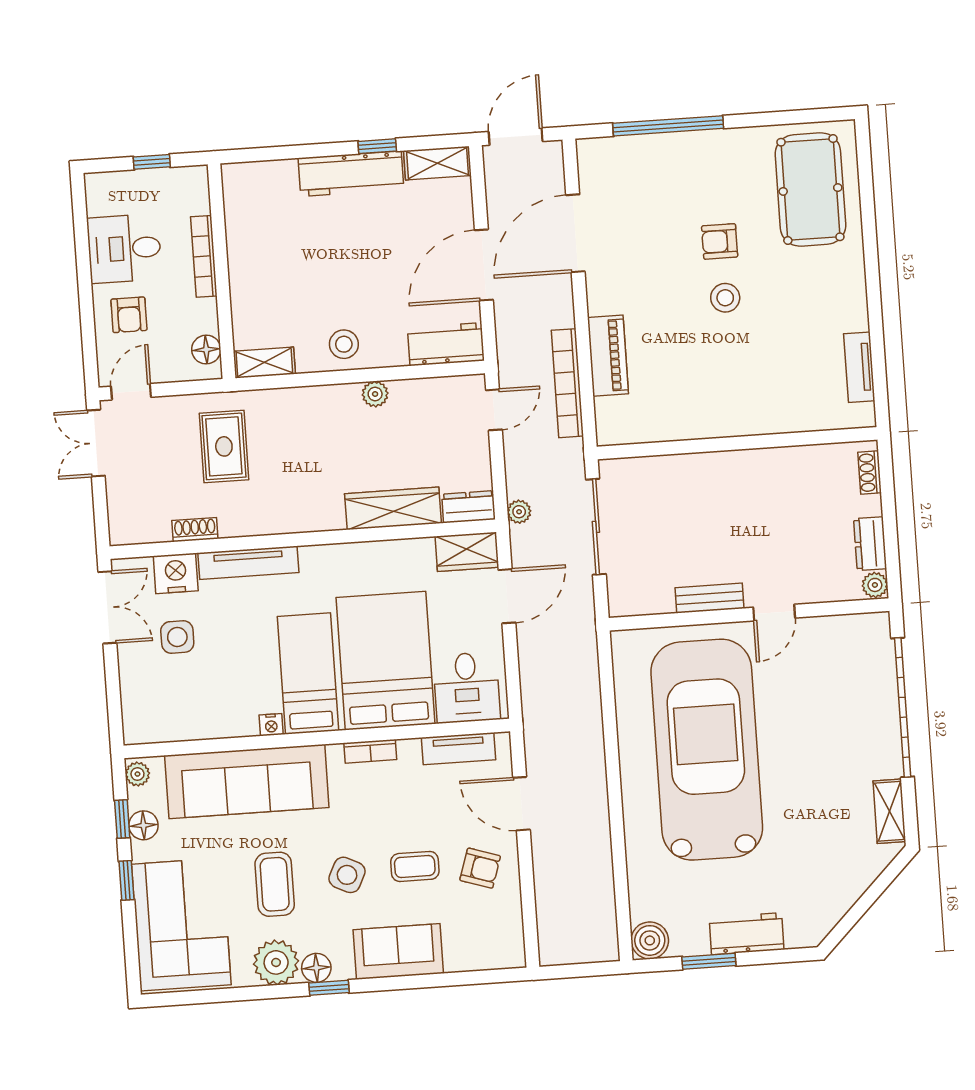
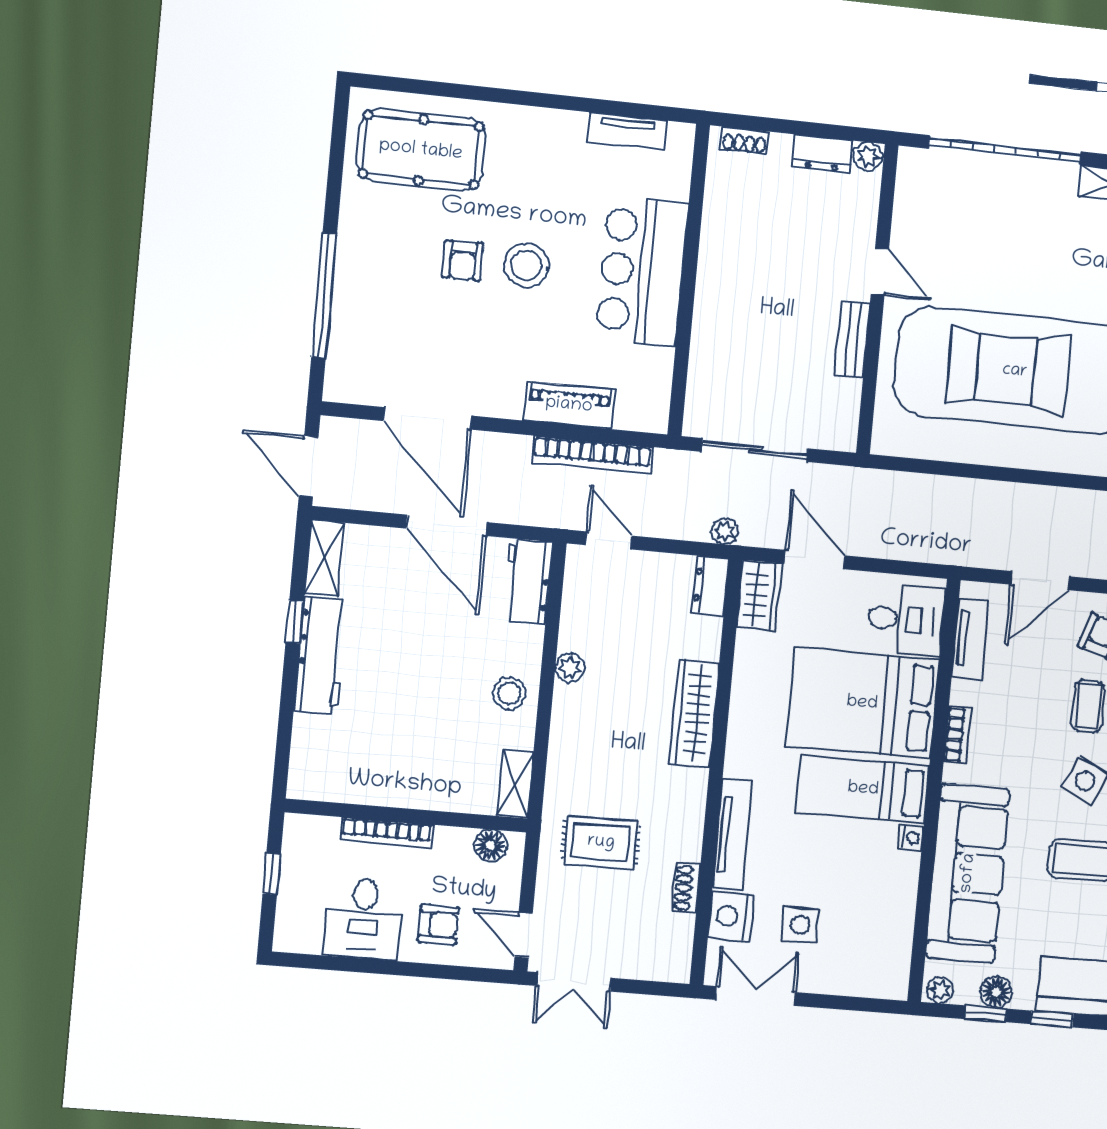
stool: (725, 298) -> (526, 265), width x1.38, depth x1.38
bar counter: (737, 401) -> (642, 271), added
wardrobe: (393, 508) -> (694, 714), moved

